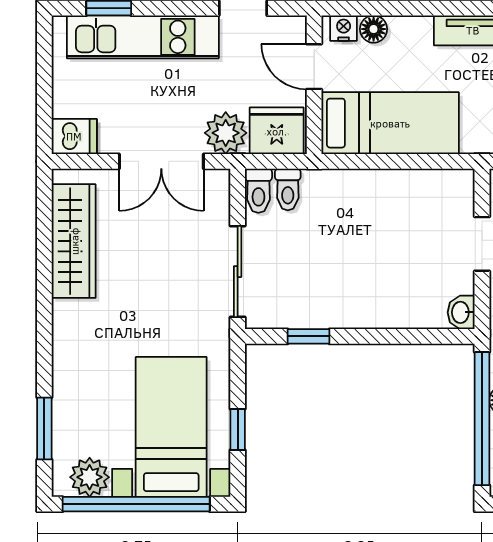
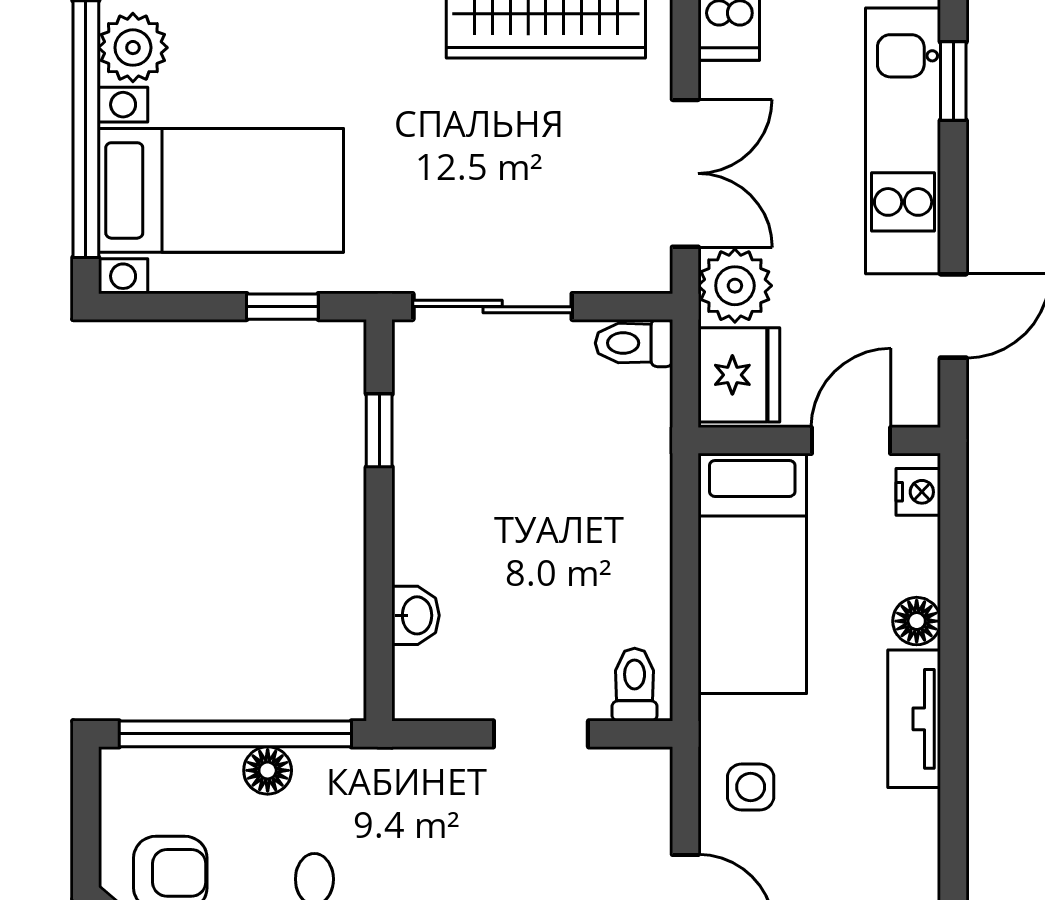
floor lamp: (374, 29) -> (917, 621), moved
double door: (161, 161) -> (685, 173), swing flipped
toilet: (288, 189) -> (635, 685), moved, turned 90
washbasin: (461, 312) -> (416, 615), moved, turned 90
window: (238, 429) -> (282, 307), moved

